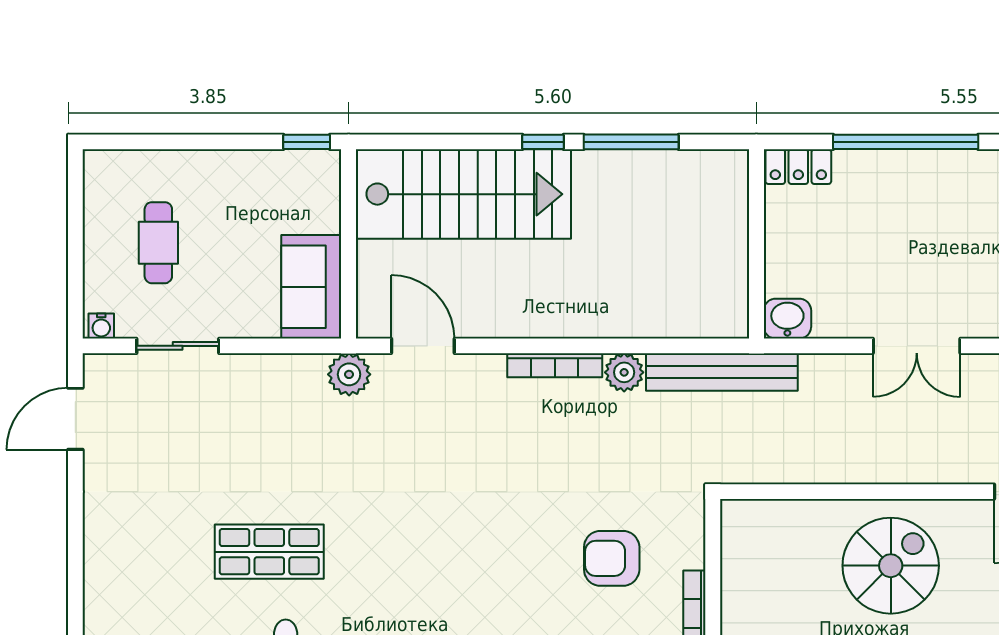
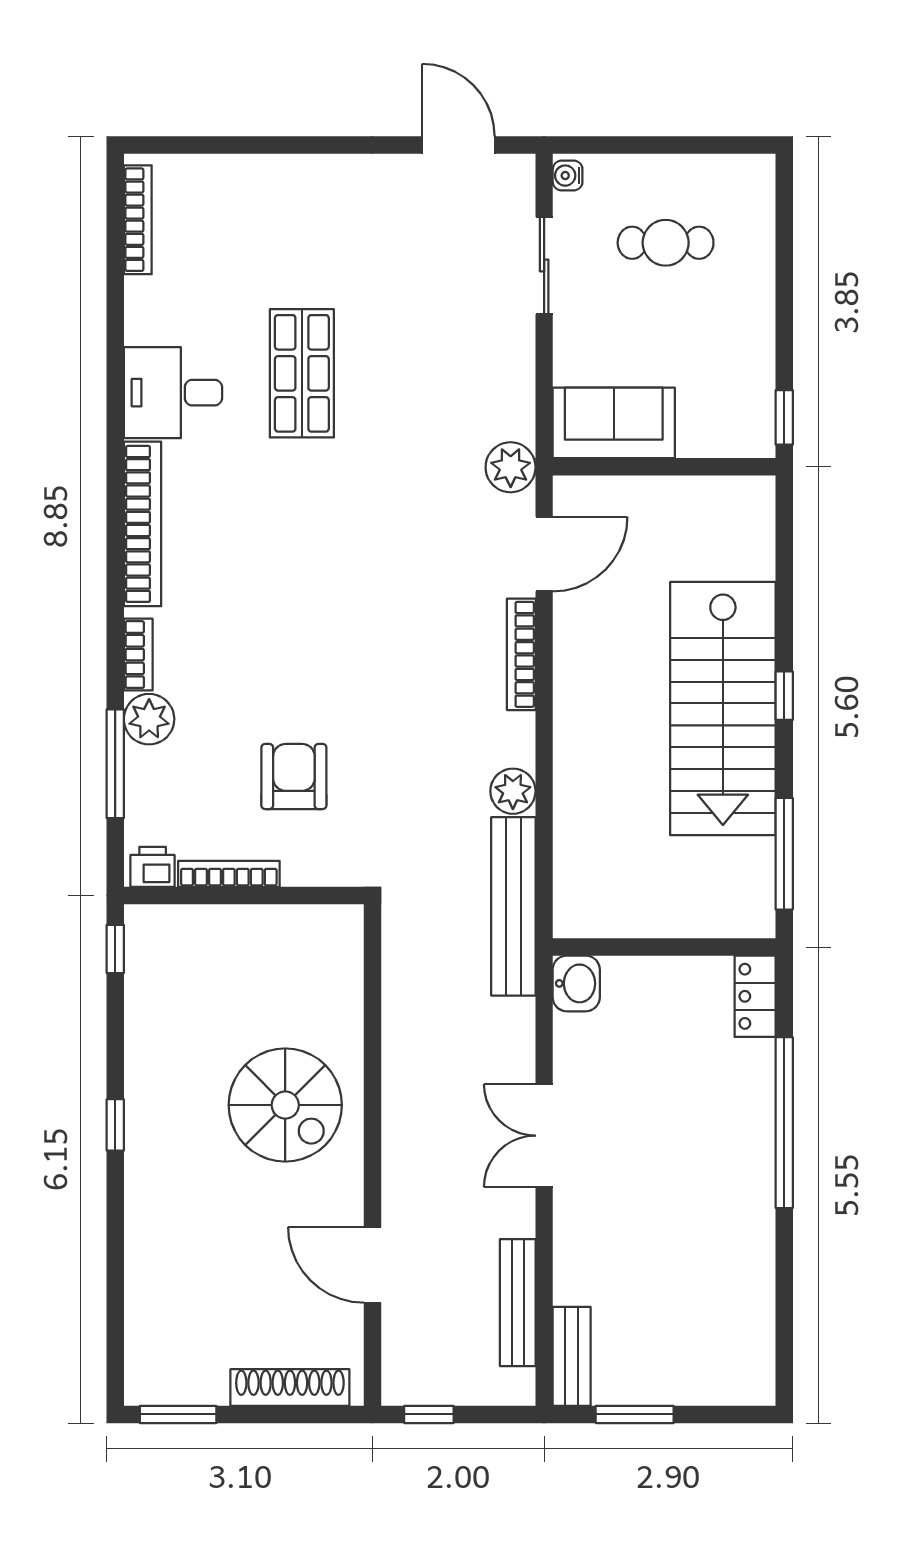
window: (631, 142) -> (784, 854), moved
stairs: (463, 194) -> (723, 709), moved
bookcase: (555, 365) -> (521, 654), moved

